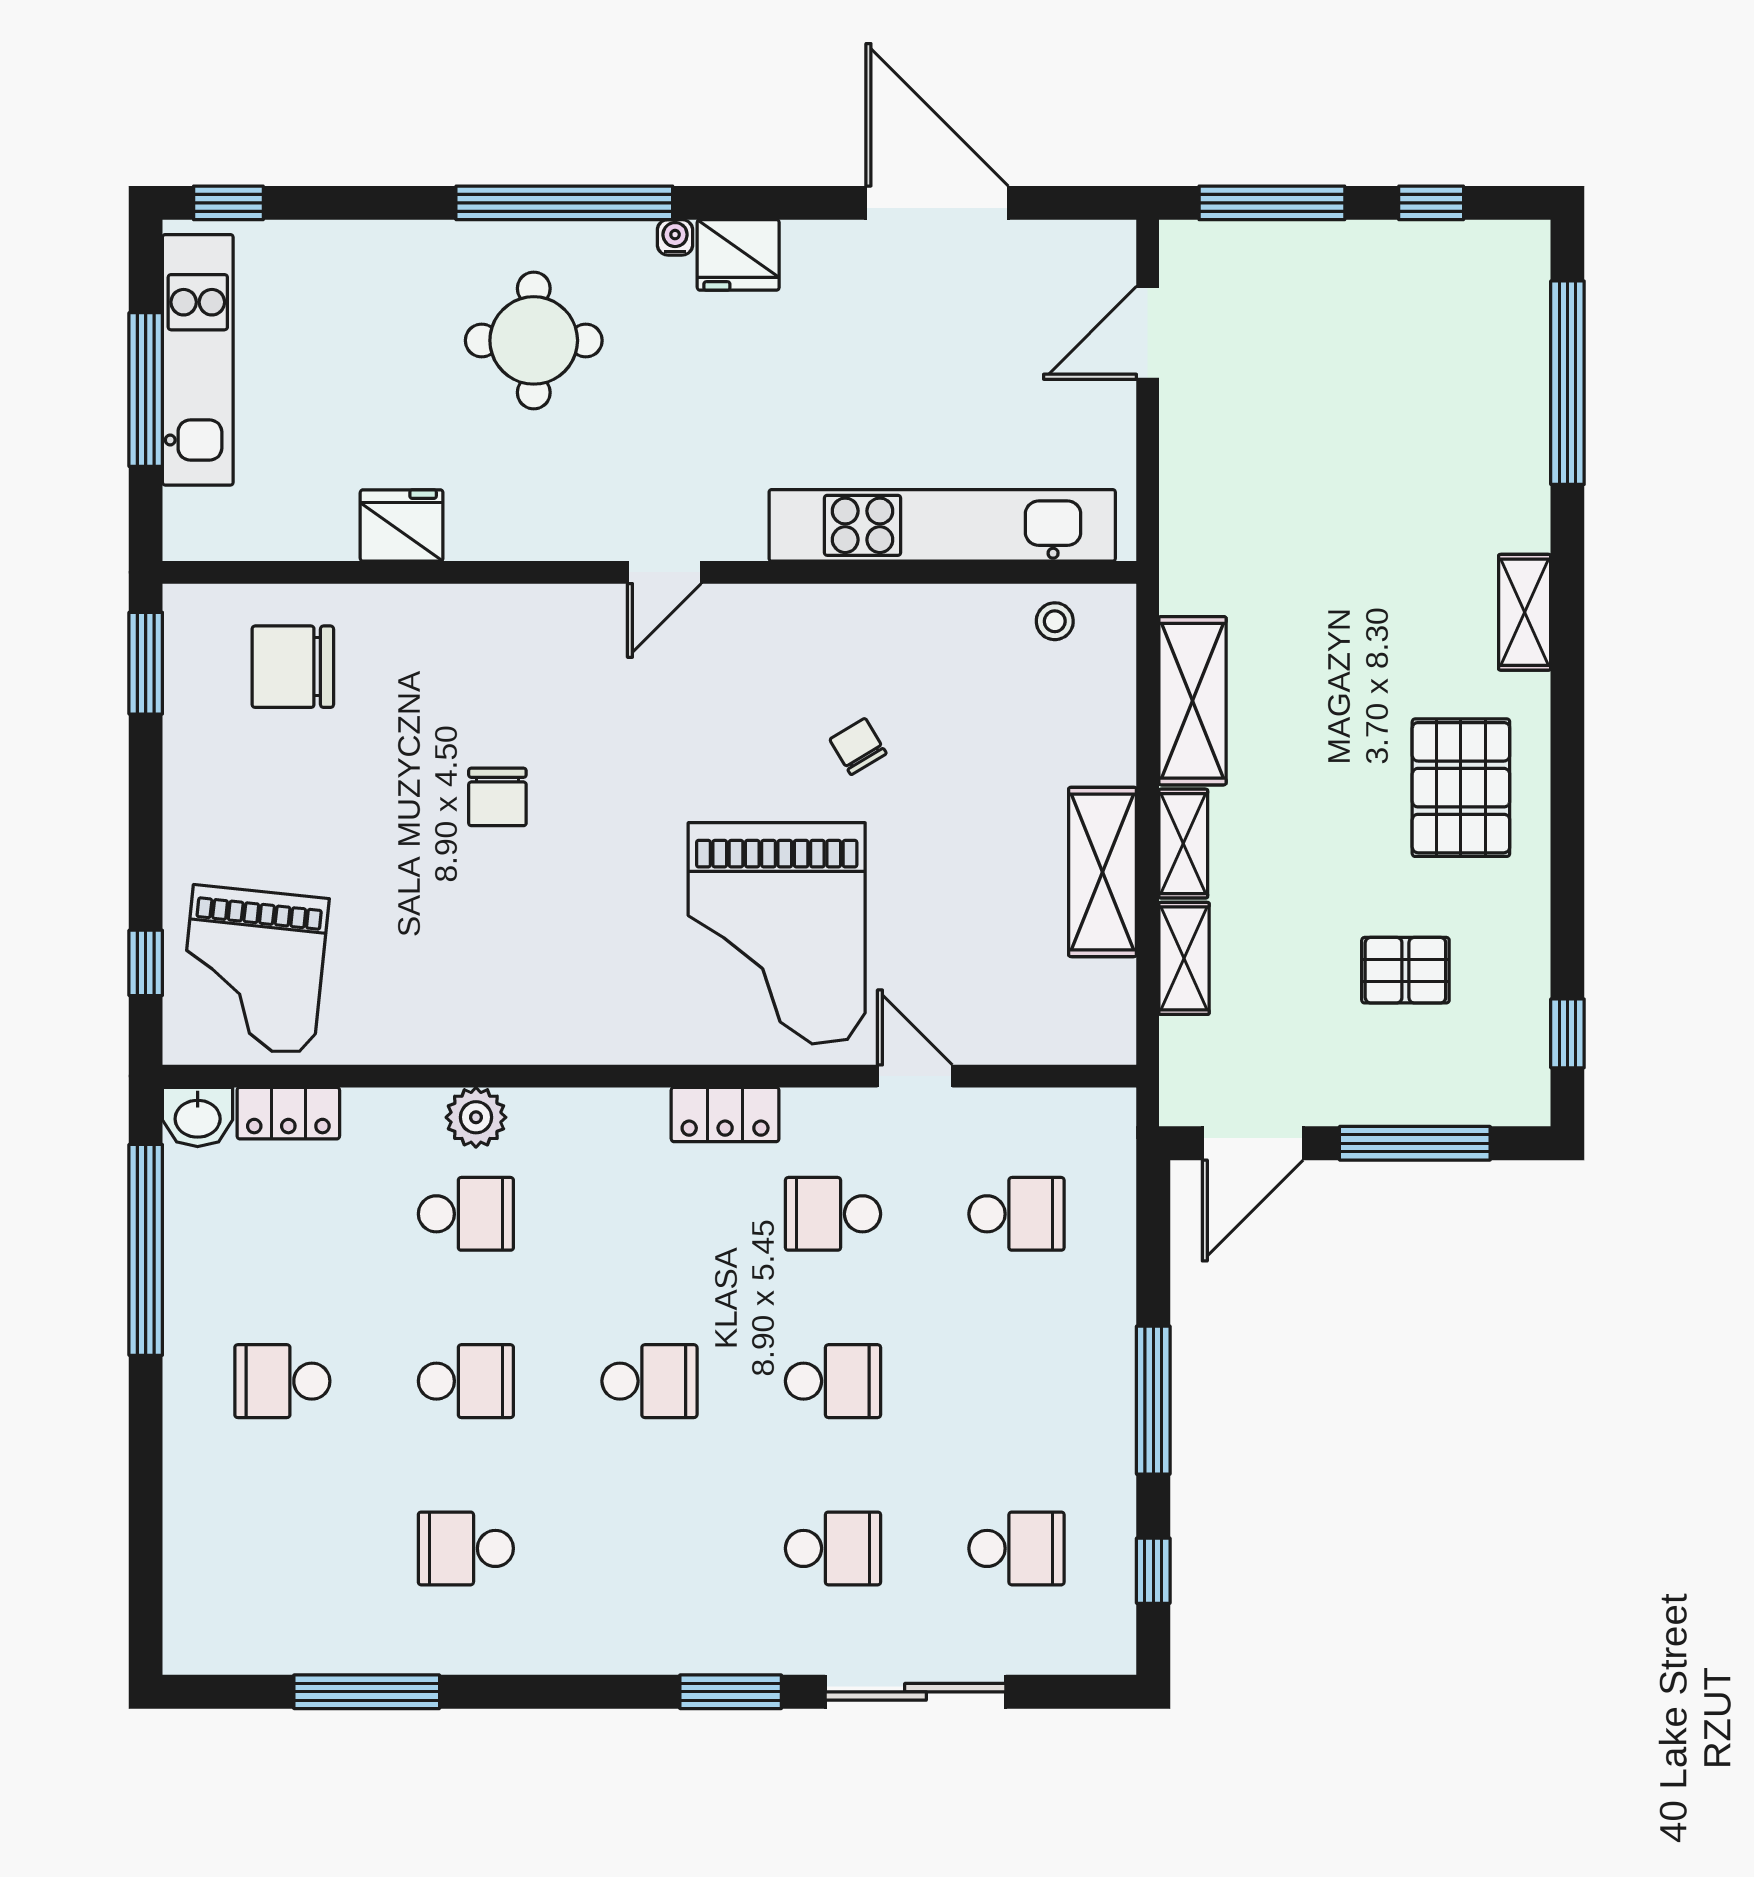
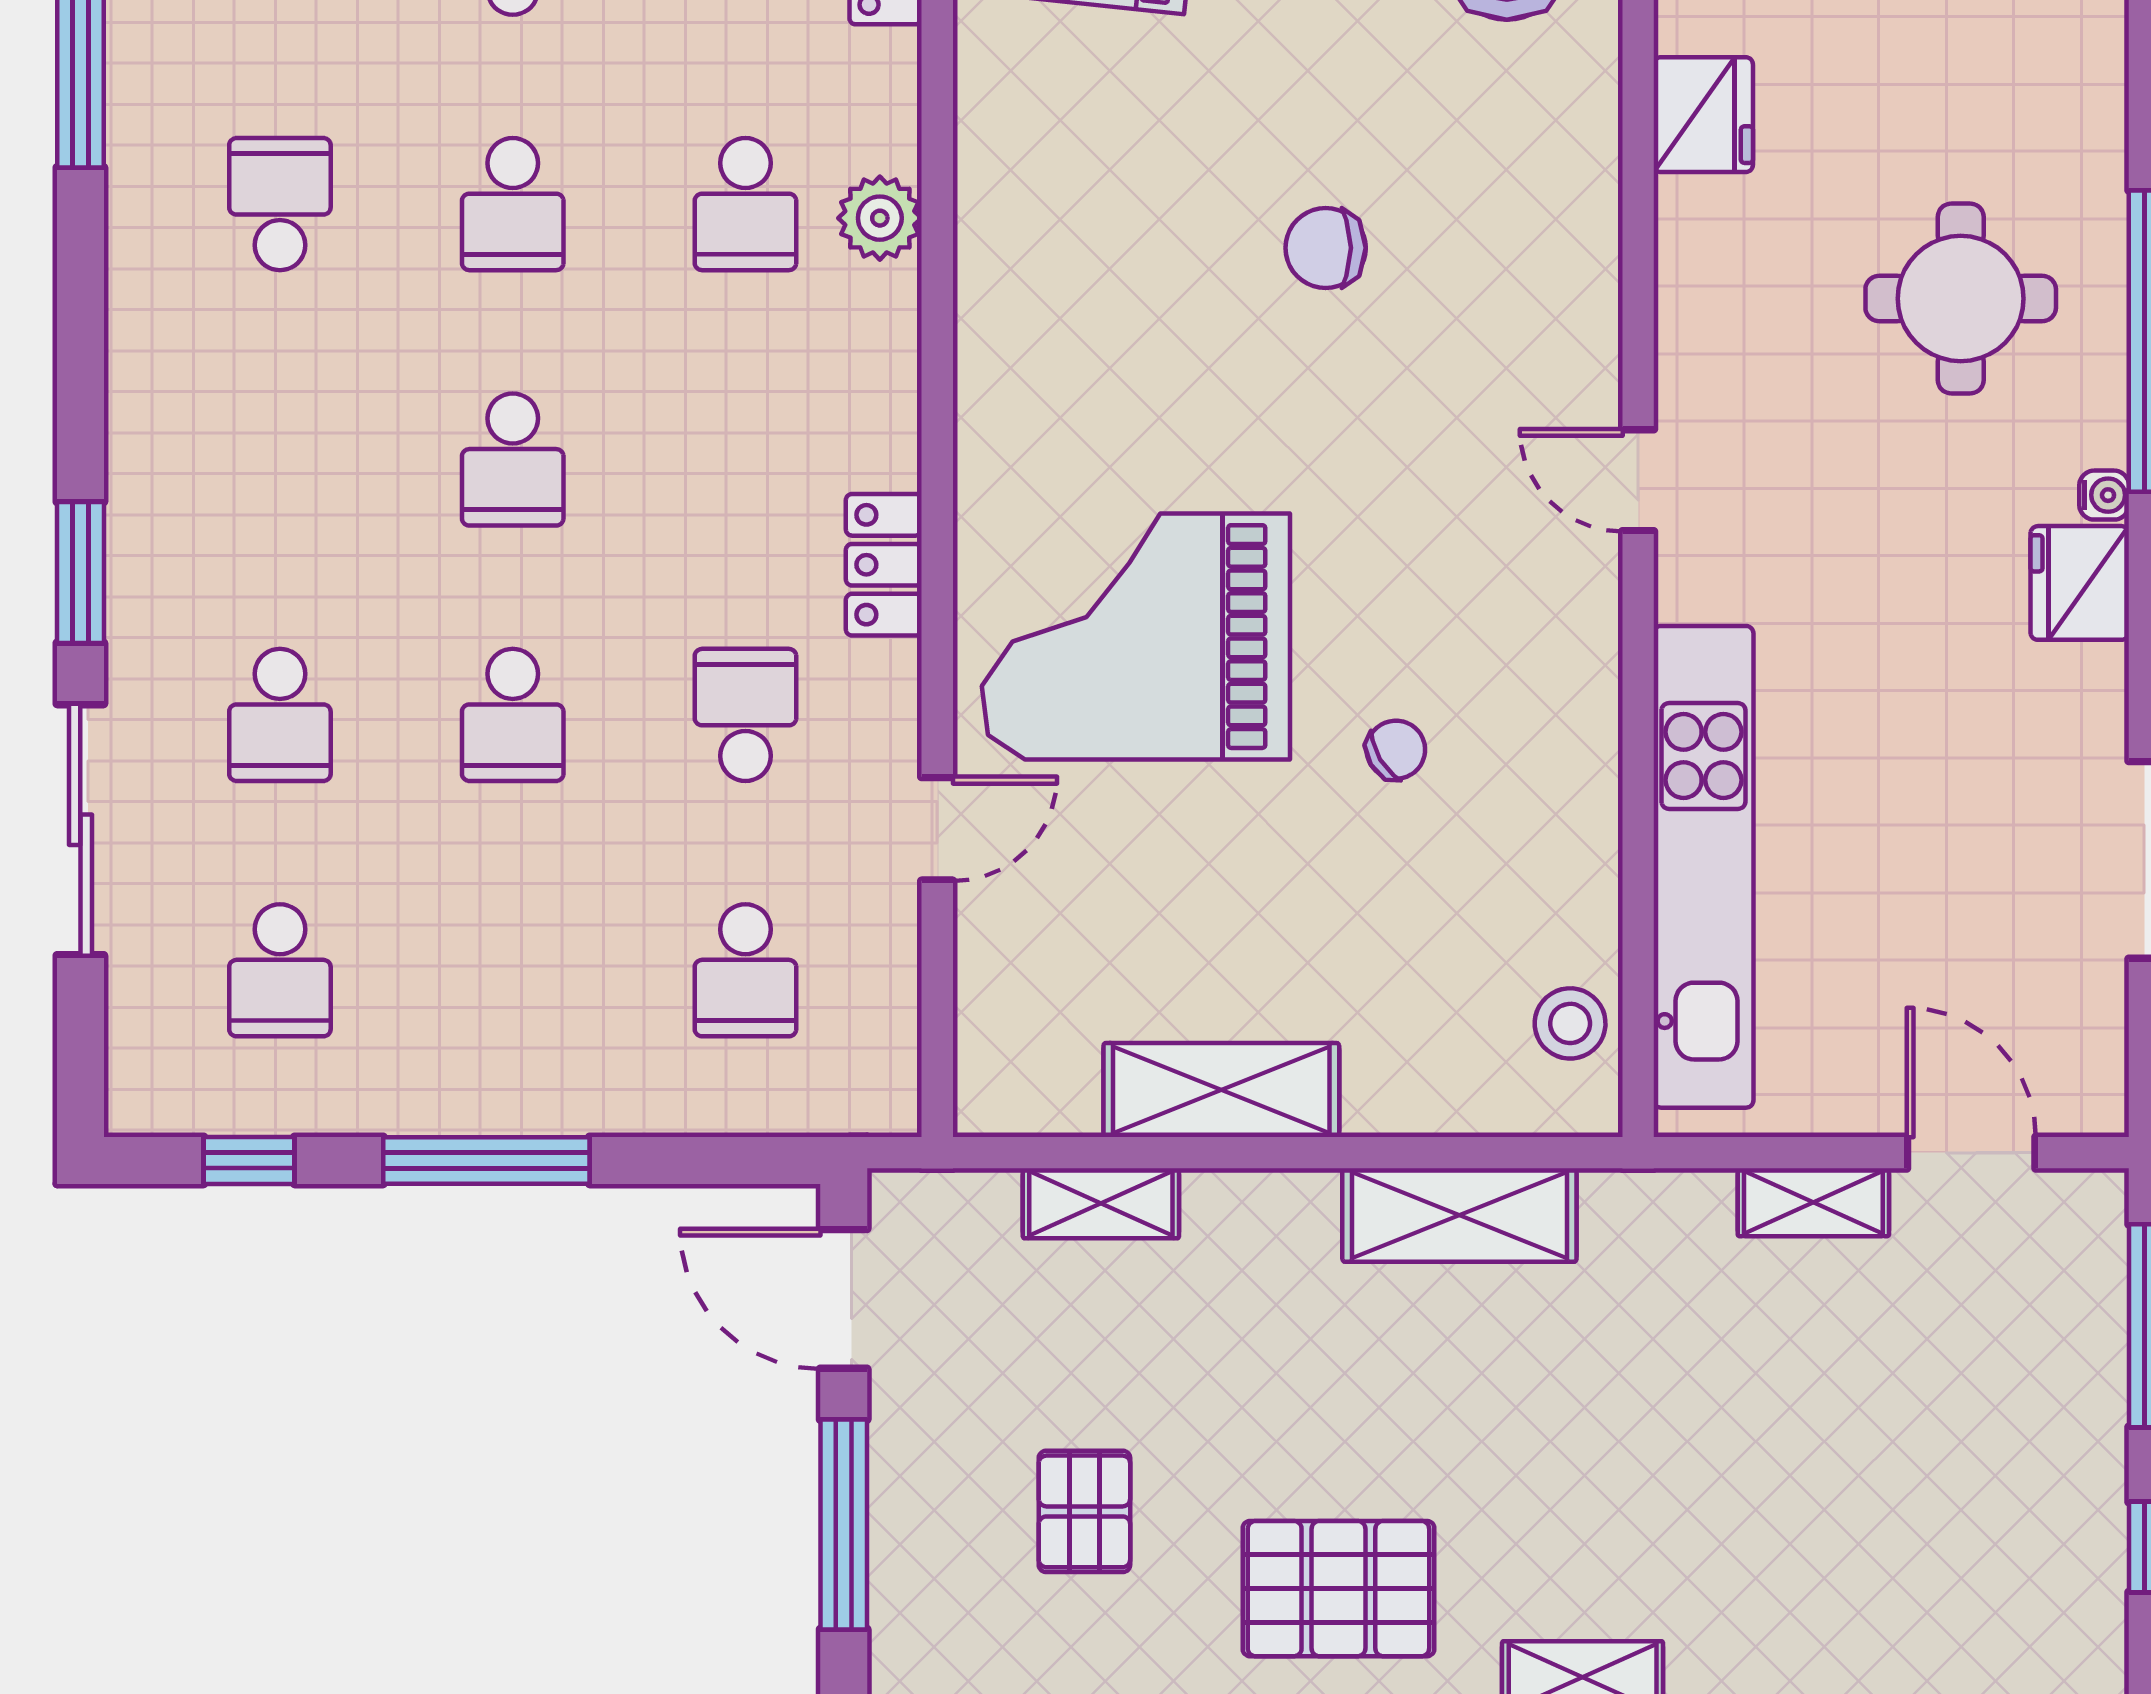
stool: (1055, 621) -> (1570, 1023), width x1.37, depth x1.37
shelving: (1183, 844) -> (1813, 1202), moved

